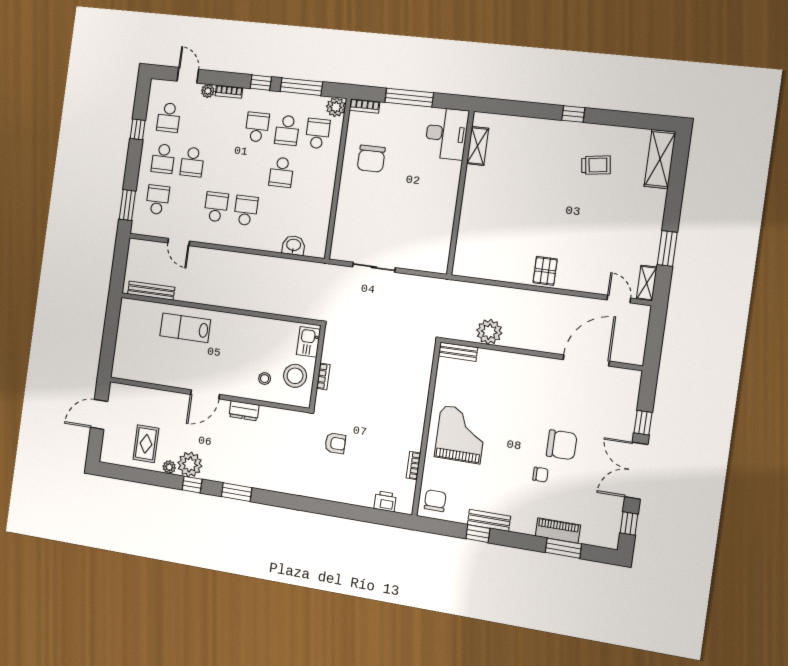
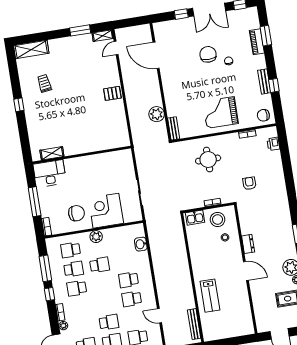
plant: (336, 107) -> (96, 237), moved
corner desk: (361, 206) -> (106, 211), added
door: (179, 242) -> (160, 316), swing flipped
round table: (392, 391) -> (208, 160), added

